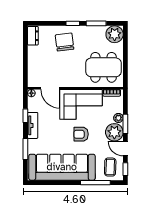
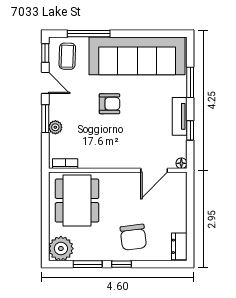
dining table: (103, 67) -> (77, 201), turned 90
door: (50, 88) -> (154, 170), swing flipped
corner sofa: (81, 104) -> (110, 147), removed
plant: (114, 132) -> (61, 106), removed

